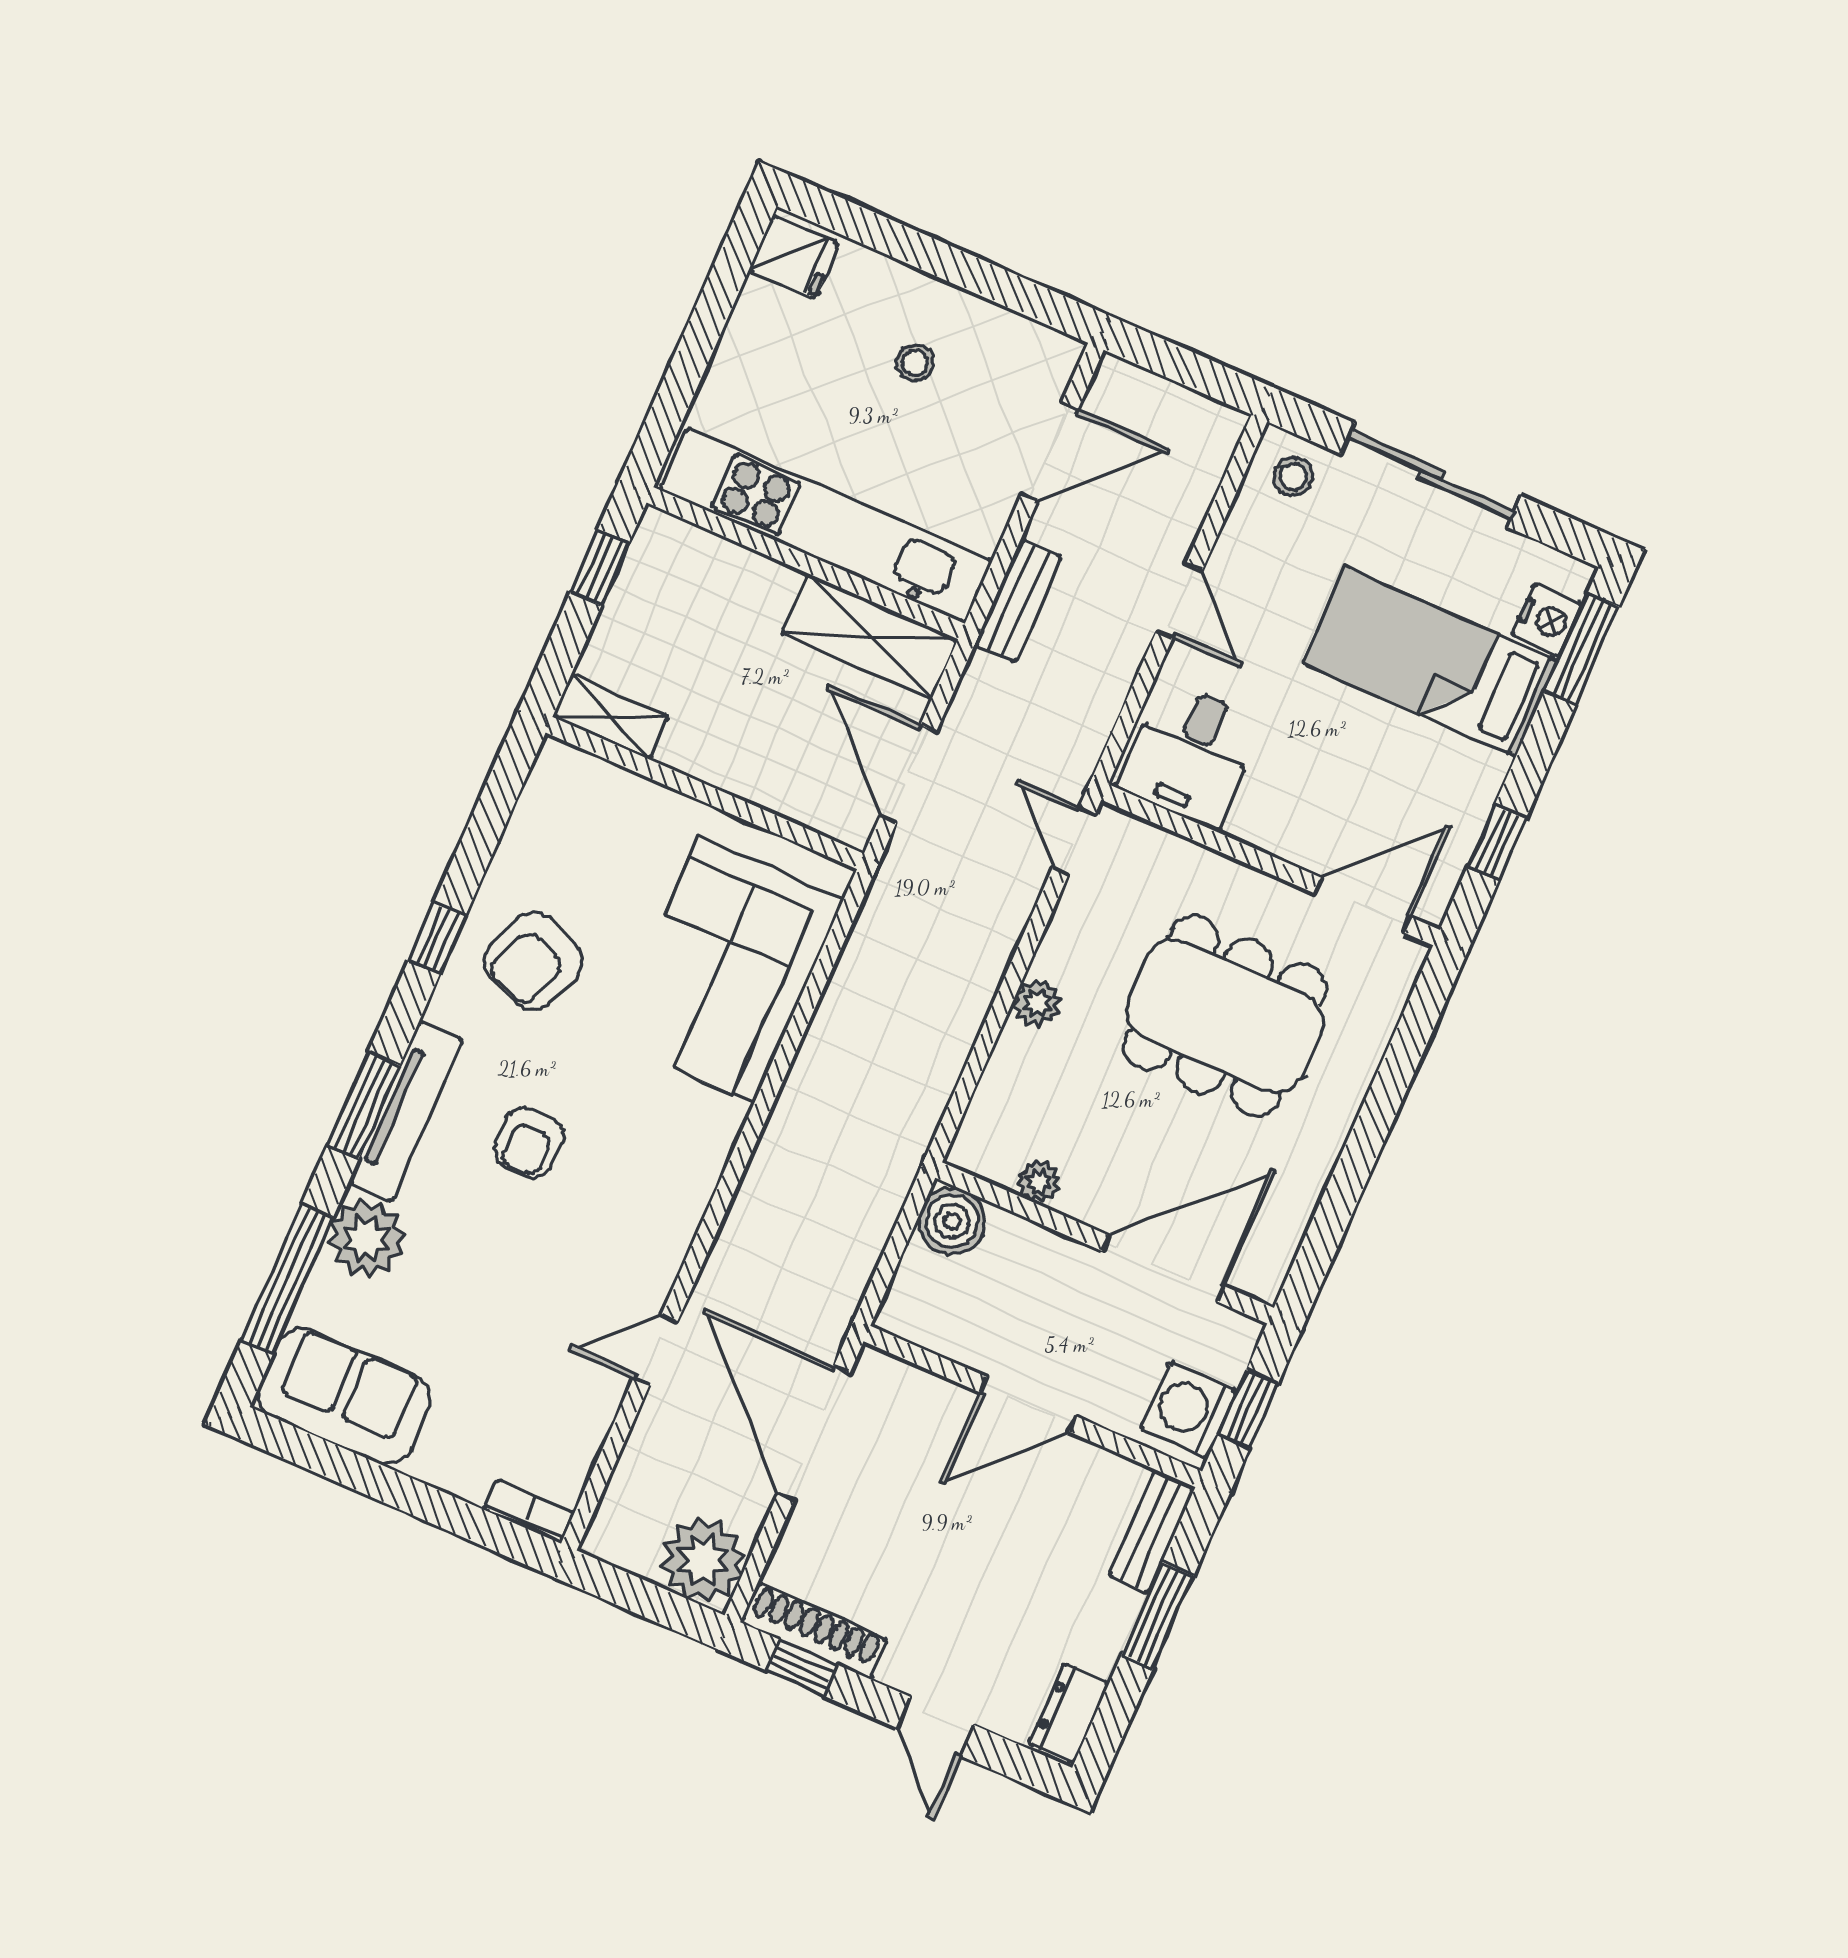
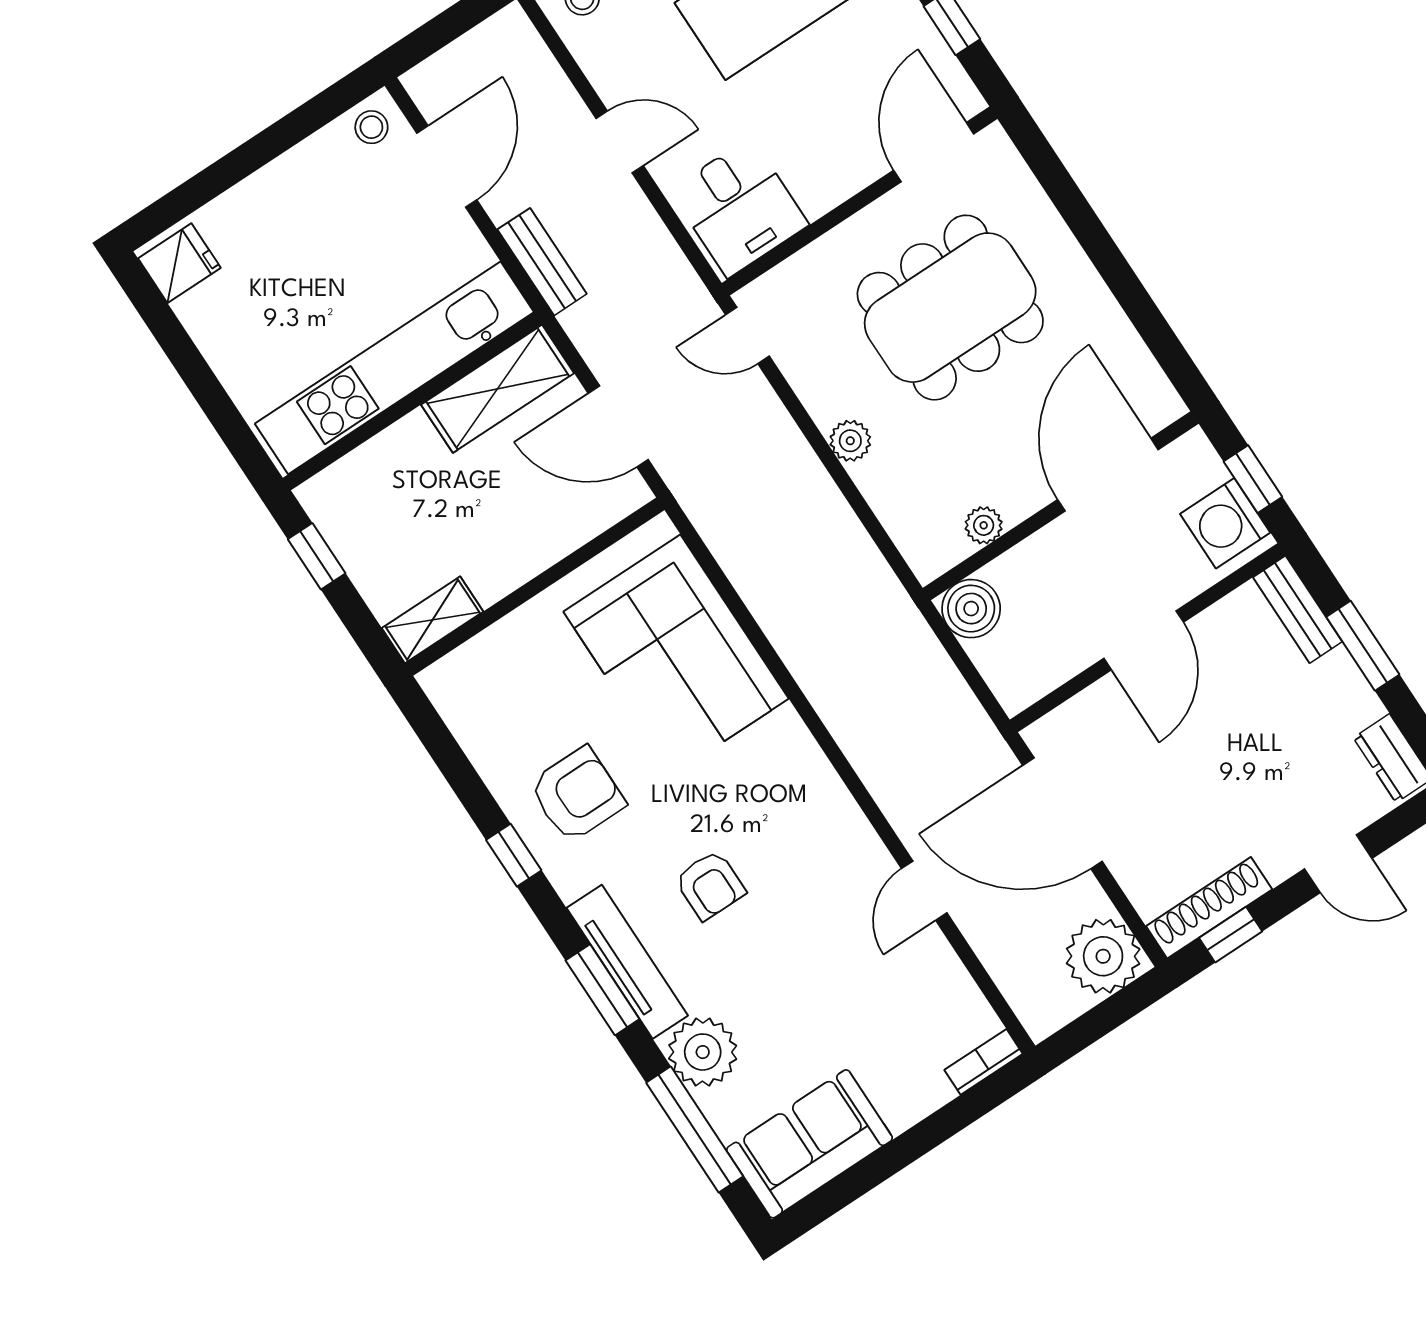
stool: (915, 363) -> (371, 127), moved
armchair: (533, 961) -> (577, 794), turned -112

